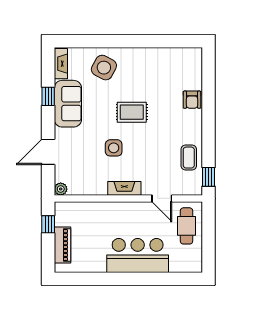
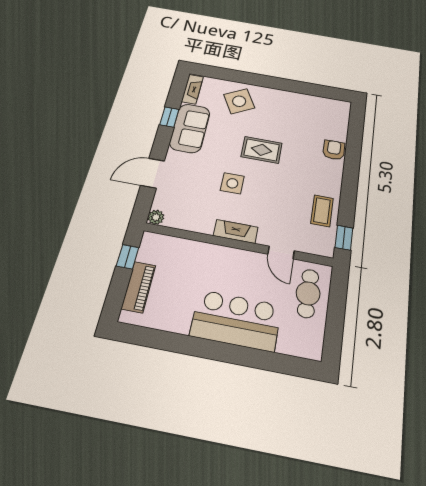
side table: (104, 68) -> (239, 101), turned 33
armchair: (192, 100) -> (334, 150), turned 180

